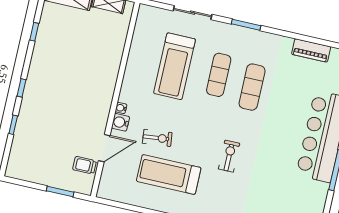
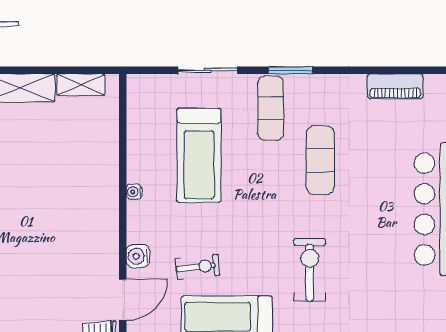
exercise mat: (219, 75) -> (271, 108), moved
water cooler: (121, 108) -> (134, 192), moved
exercise bike: (229, 156) -> (310, 270), width x1.38, depth x1.39

